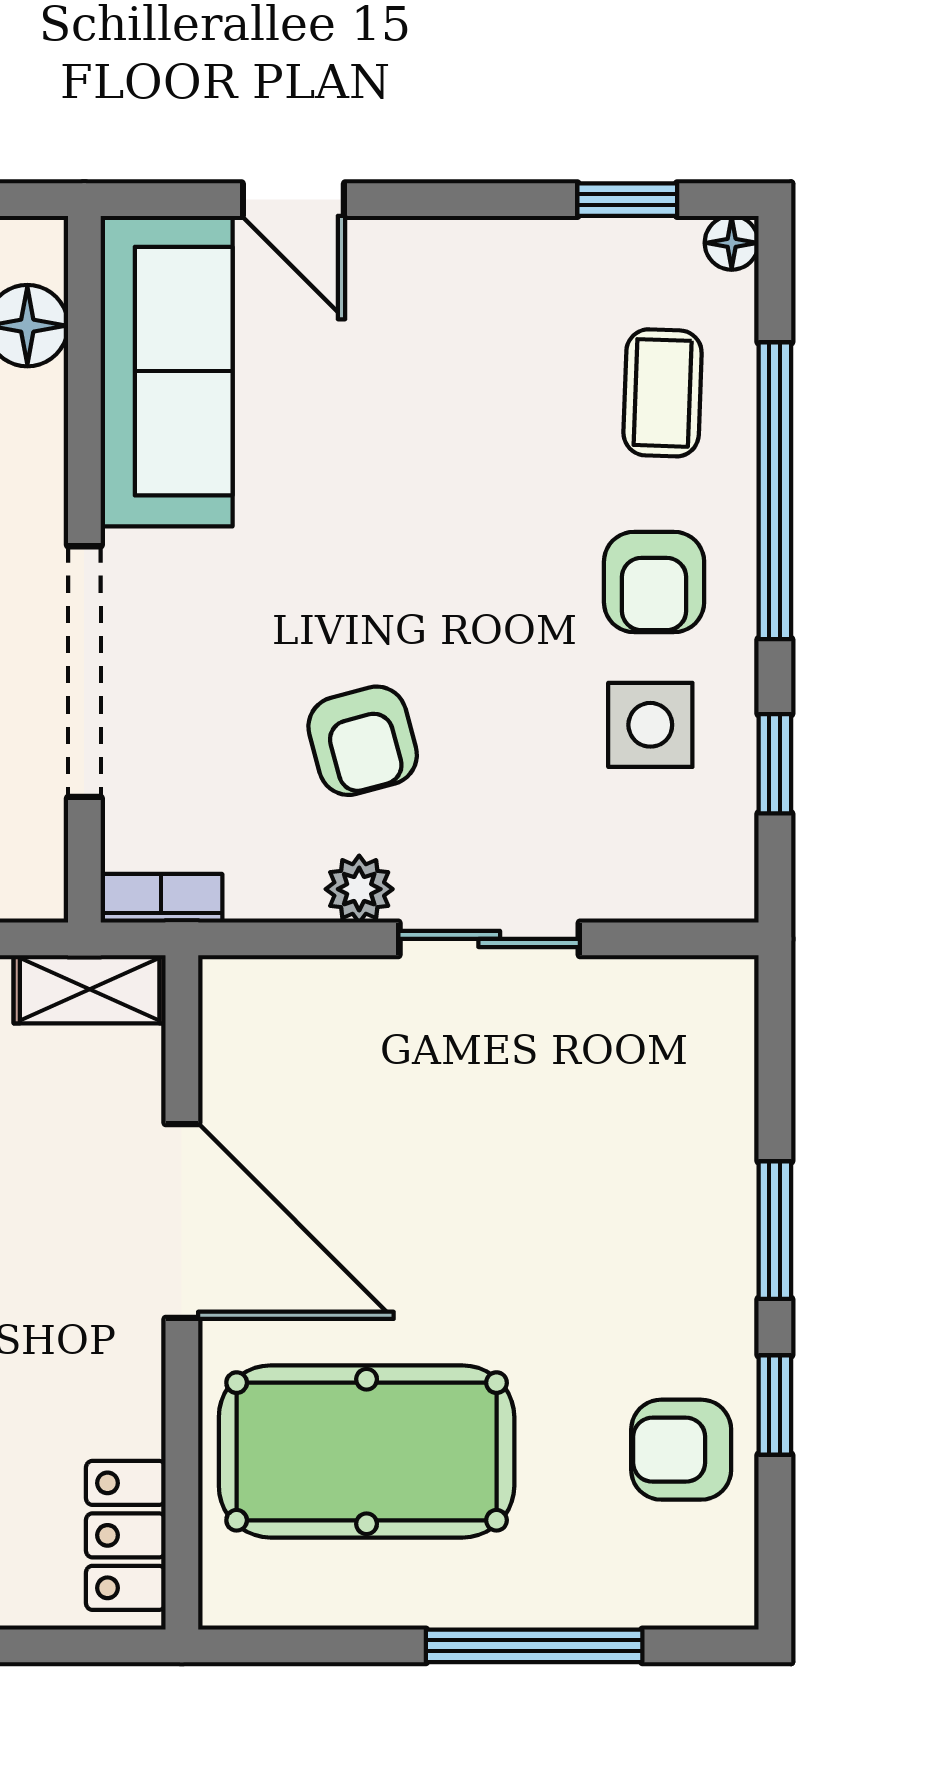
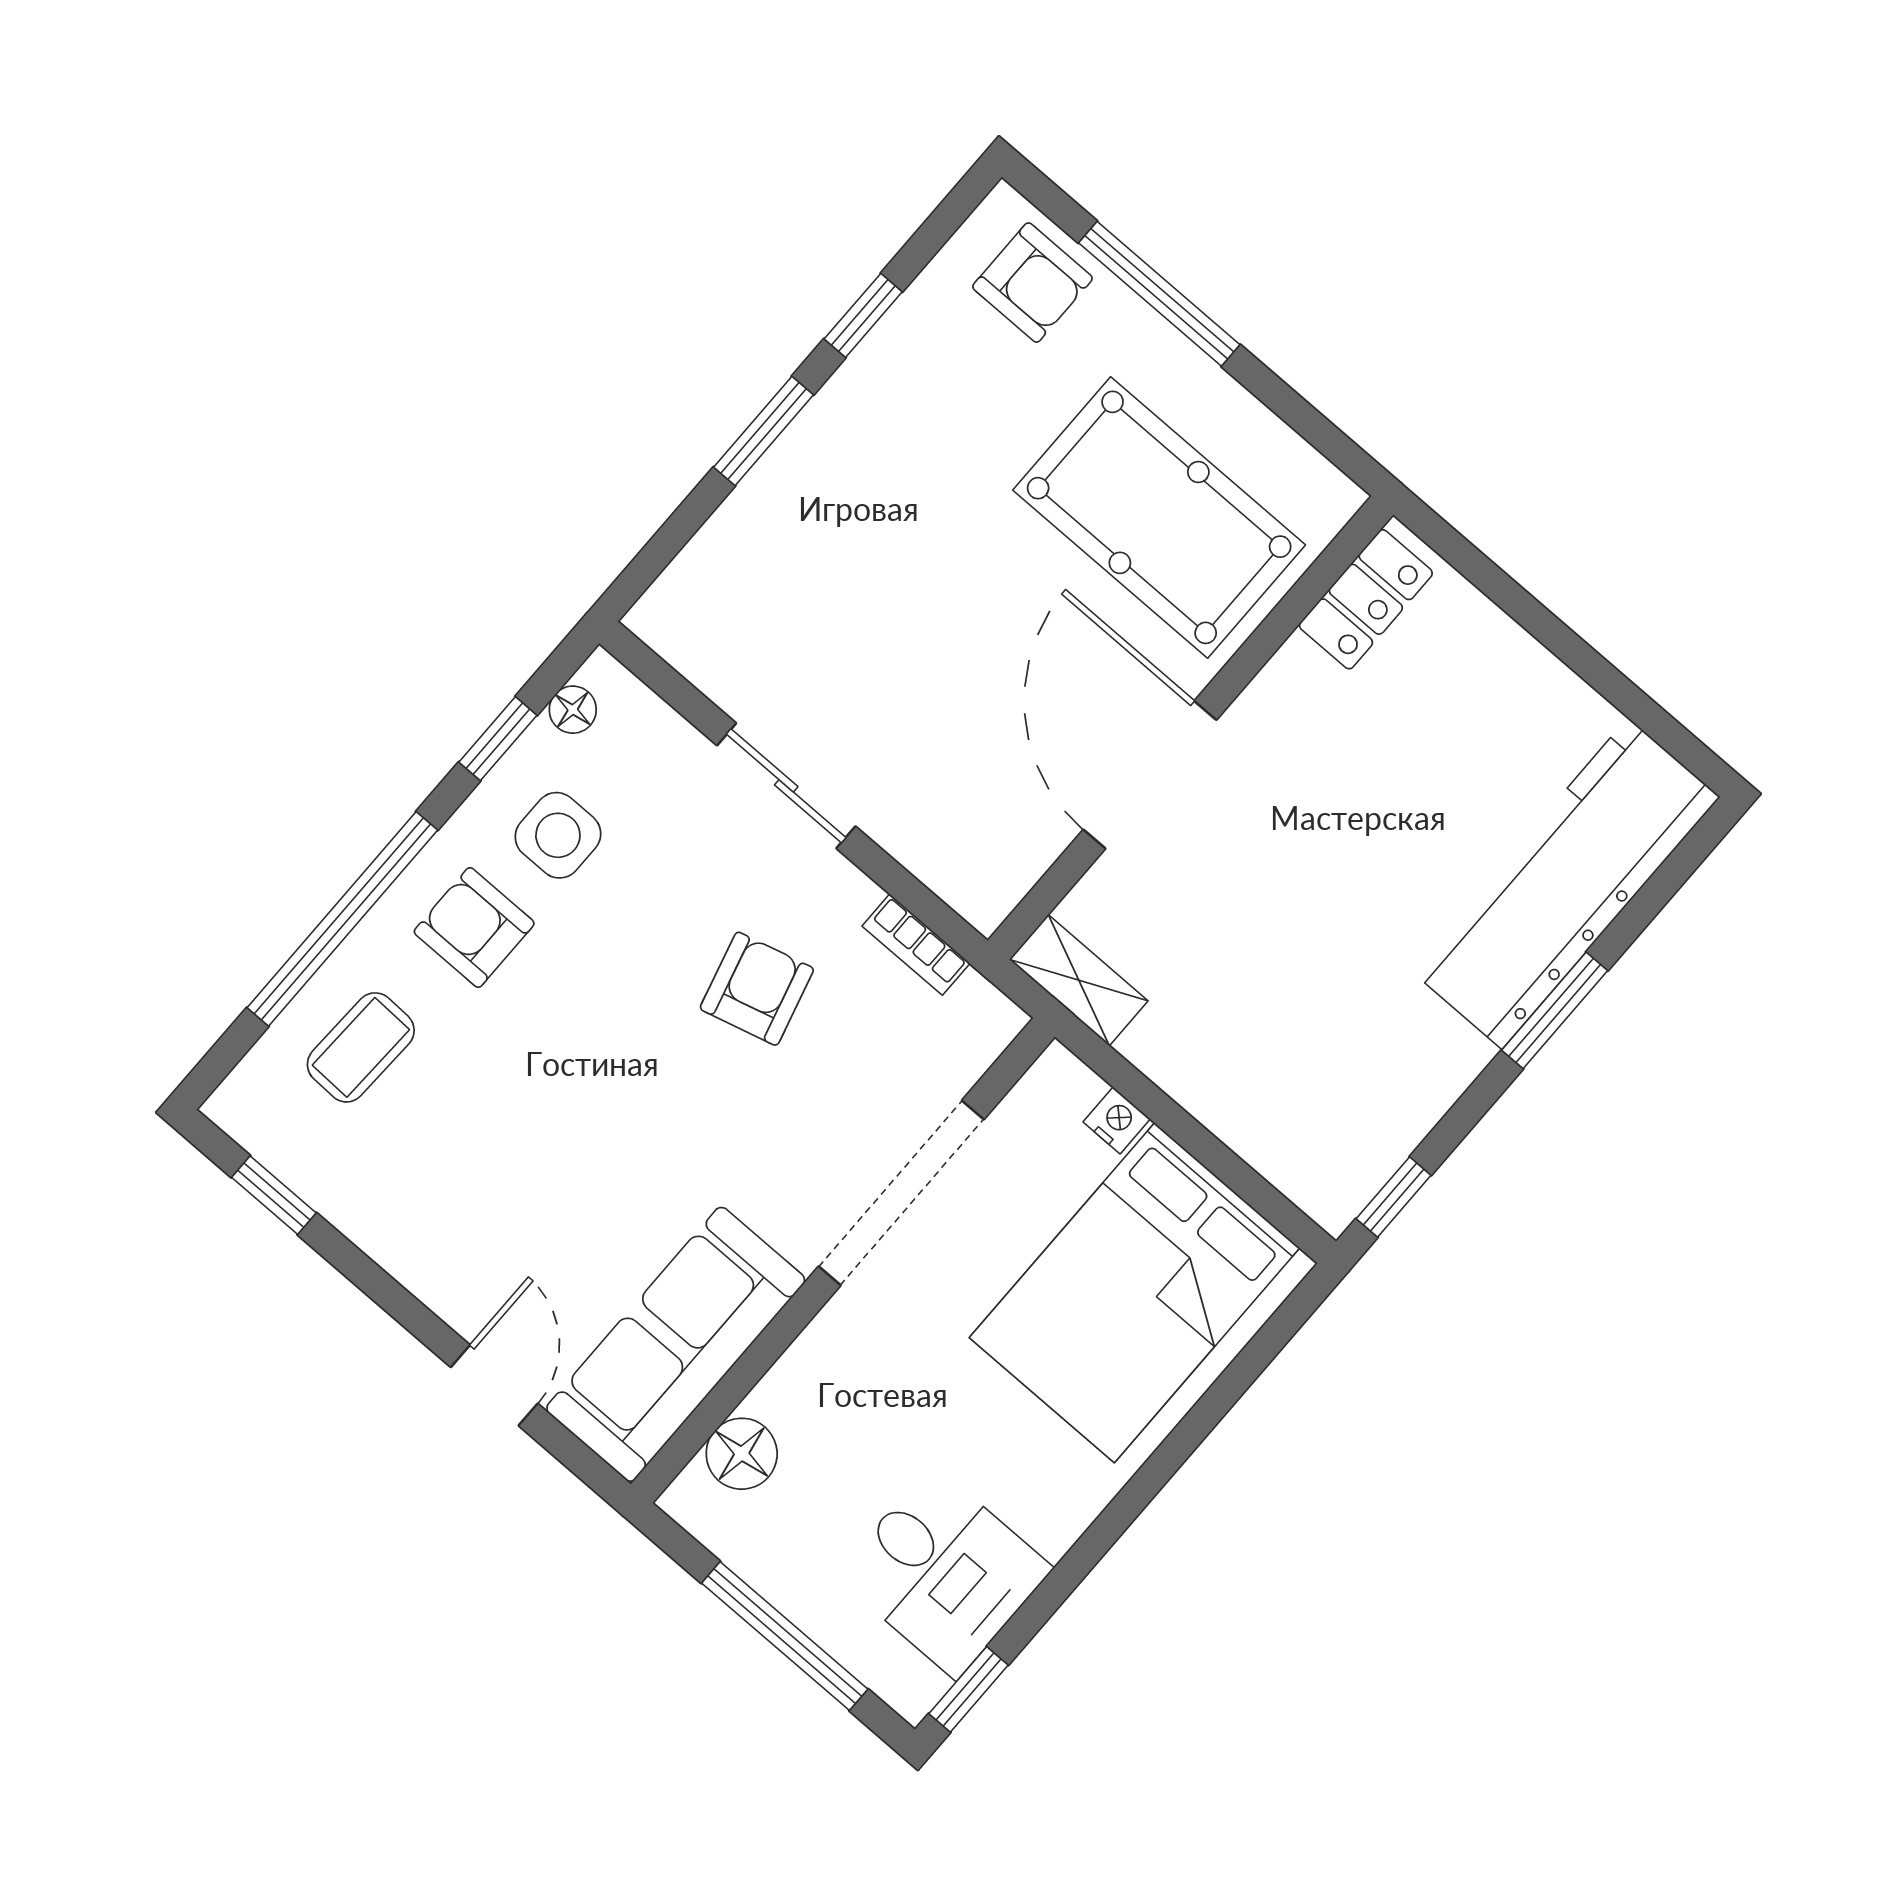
floor lamp: (732, 243) -> (573, 710), moved
armchair: (654, 582) -> (474, 927), turned -90
plant: (359, 889) -> (844, 893), removed
bookcase: (161, 898) -> (916, 945), moved
armchair: (681, 1450) -> (1032, 283), moved

